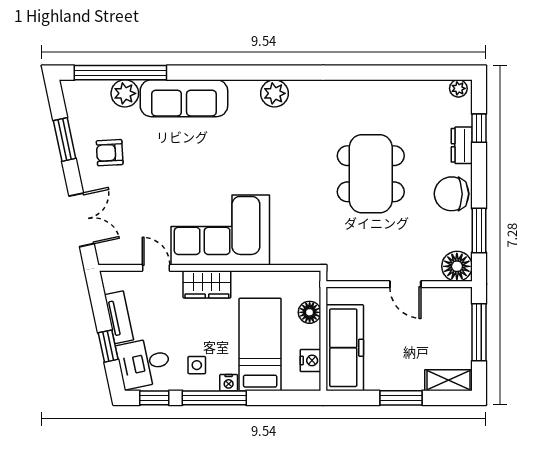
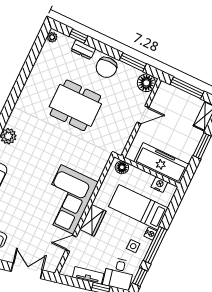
floor lamp: (310, 312) -> (122, 167), moved

